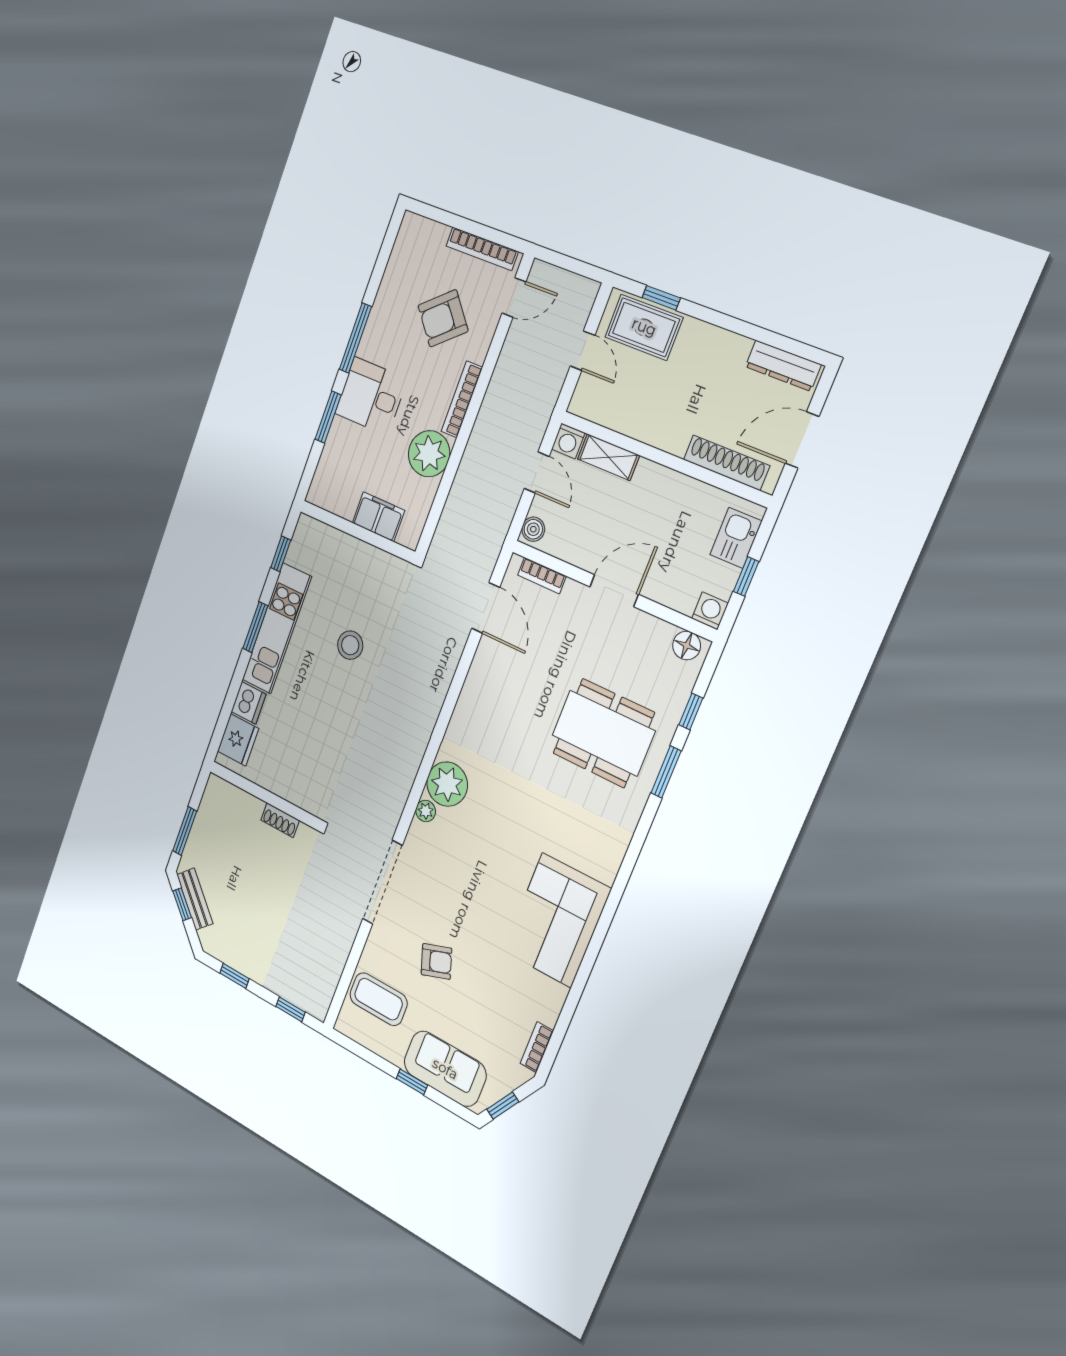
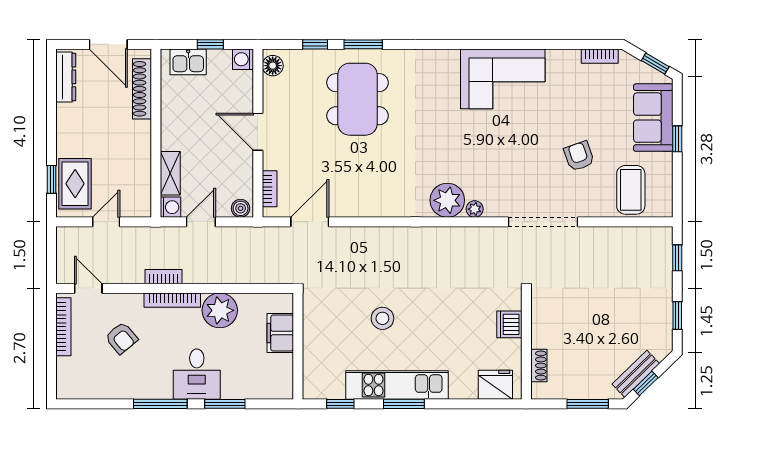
armchair: (443, 318) -> (121, 338), width x0.72, depth x0.72
bookcase: (492, 399) -> (164, 277), added
dishwasher: (249, 703) -> (509, 324), moved, turned -90
shoe rack: (280, 820) -> (539, 366), moved

